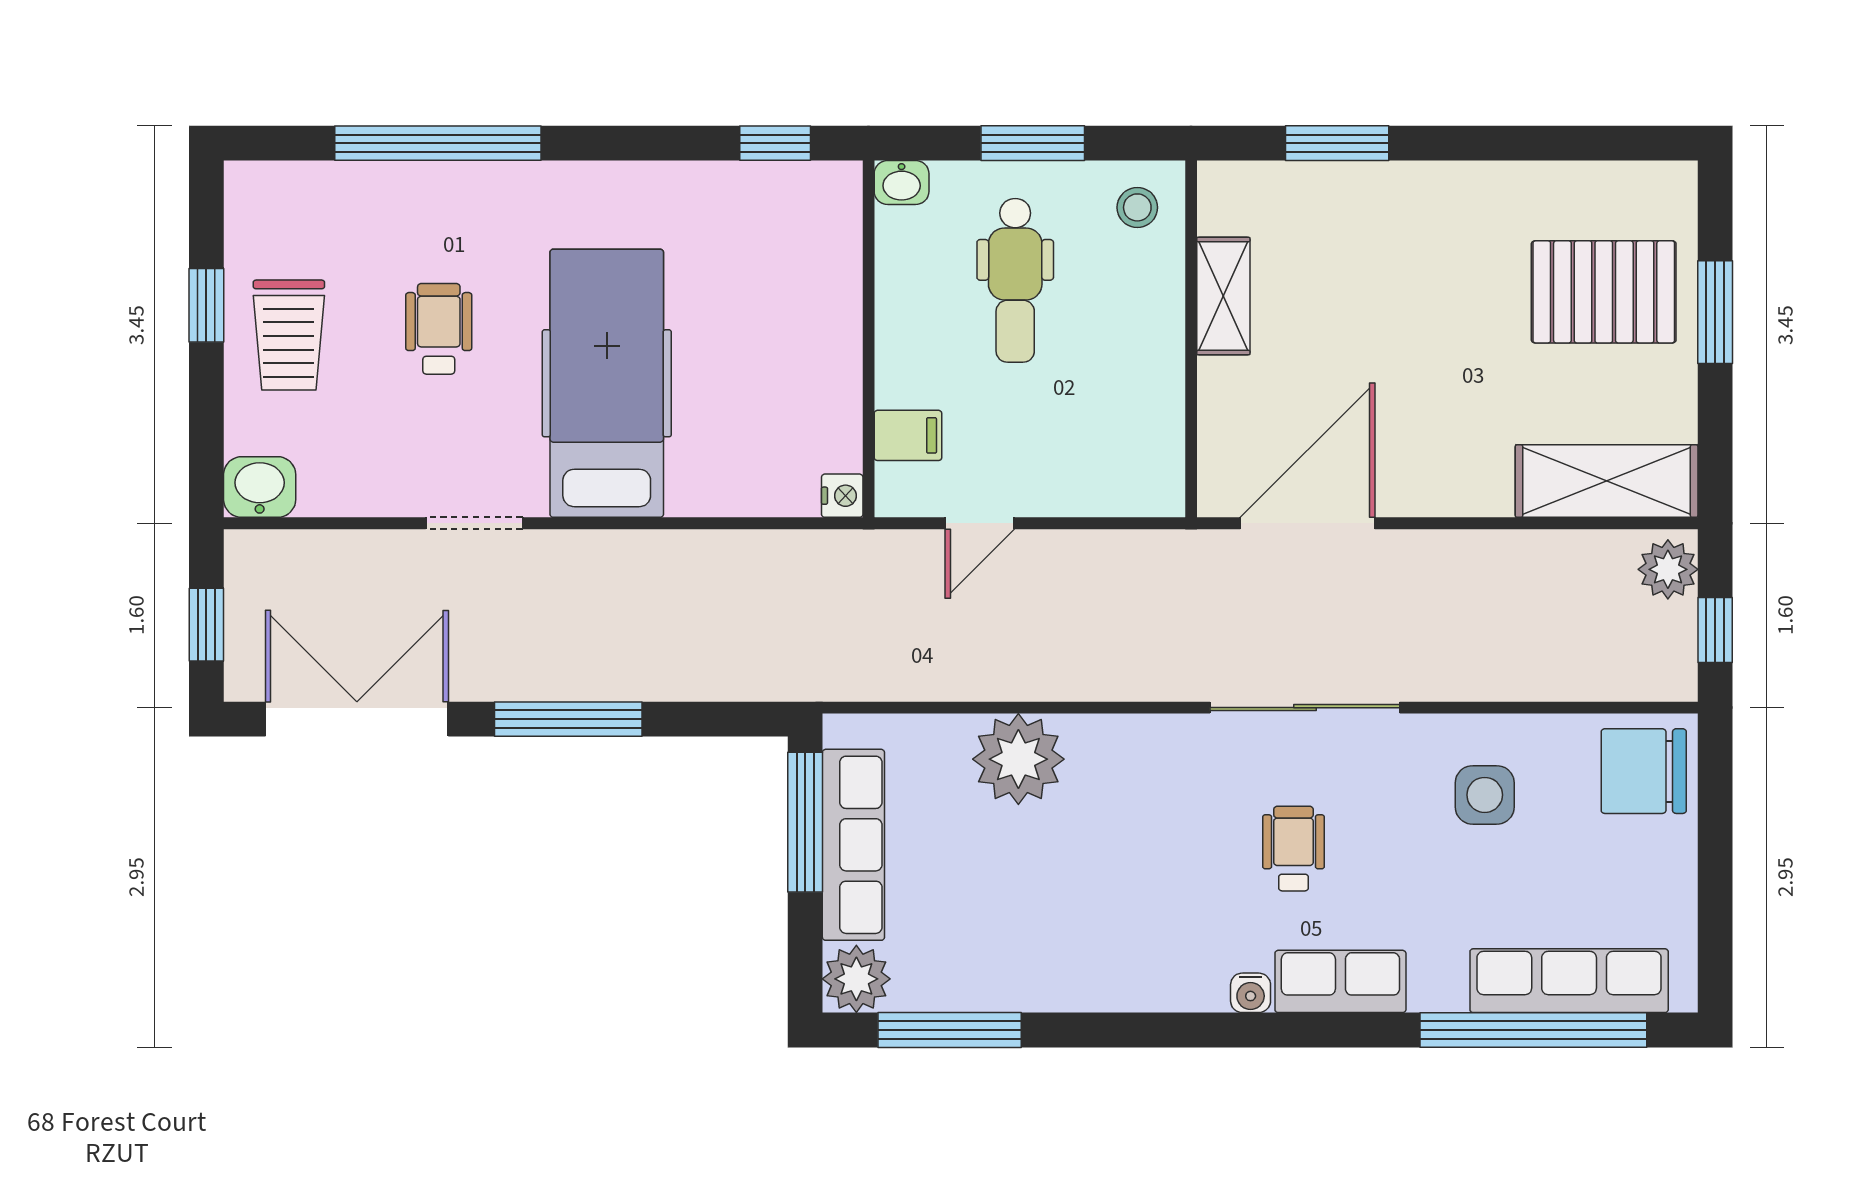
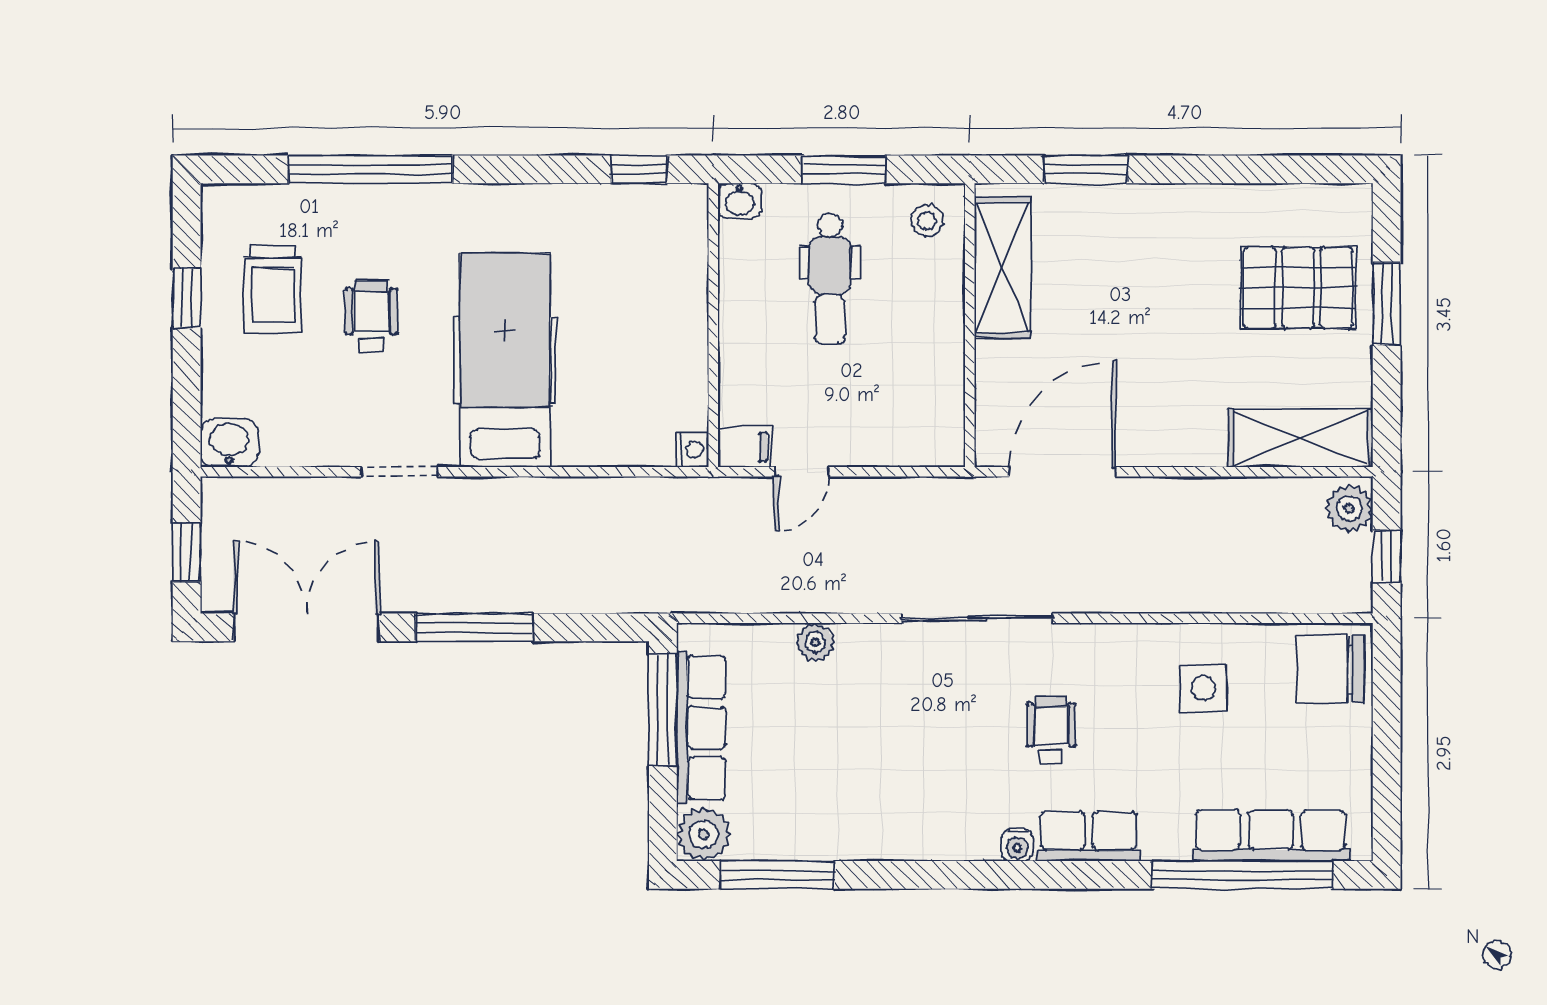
shelving: (1223, 296) -> (1002, 268), width x1.50, depth x1.33
trolley: (289, 335) -> (273, 289), moved
filing cabinet: (908, 435) -> (745, 447), moved
sliding door: (1305, 708) -> (977, 618), moved
plant: (1018, 759) -> (815, 642), width x0.53, depth x0.53

